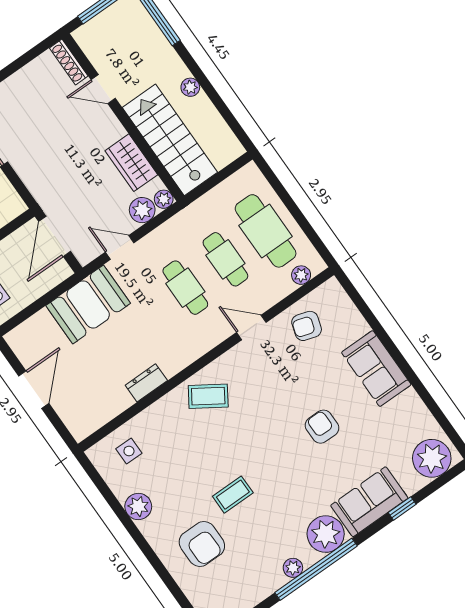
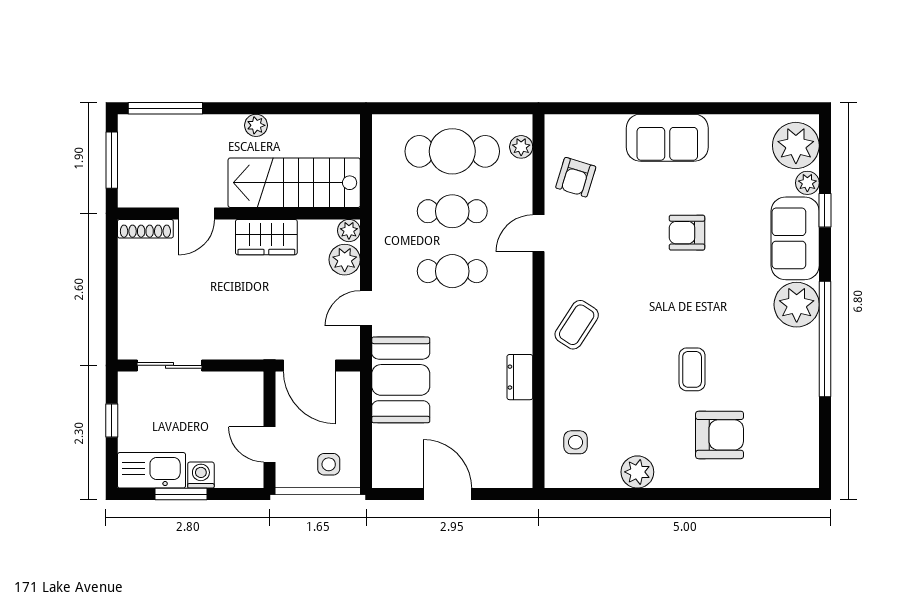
wardrobe: (131, 163) -> (266, 237), moved
plant: (293, 568) -> (807, 183), moved

